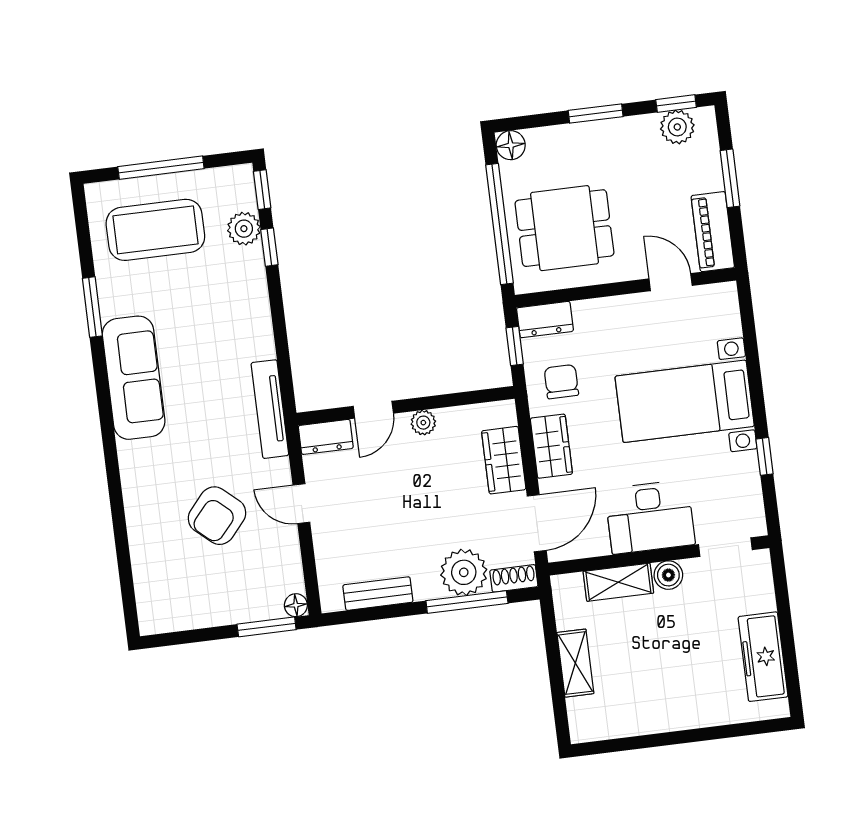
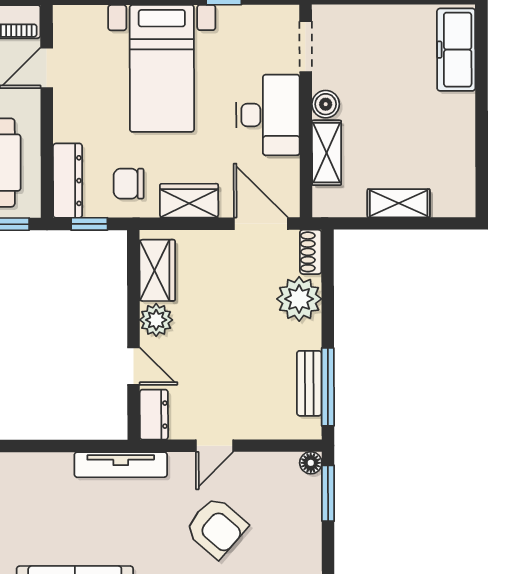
dresser: (545, 320) -> (68, 181), width x1.44
plant: (423, 423) -> (156, 320), width x1.38, depth x1.38
wardrobe: (504, 460) -> (157, 270), moved, turned -90
window: (467, 602) -> (328, 387), moved
freezer: (763, 657) -> (456, 50), moved, turned 90

